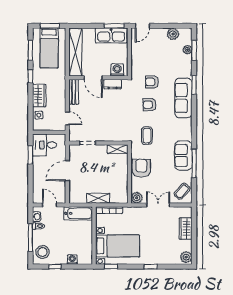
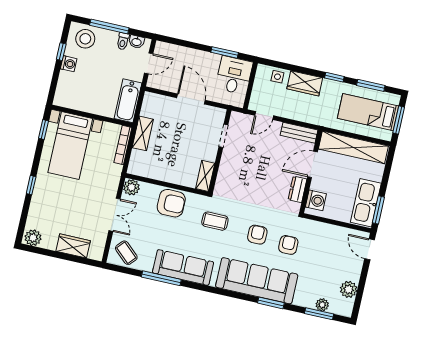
sofa: (183, 98) -> (257, 281), width x1.36, depth x1.27
sofa: (183, 156) -> (183, 267), width x1.36
washing machine: (72, 260) -> (69, 64), moved

